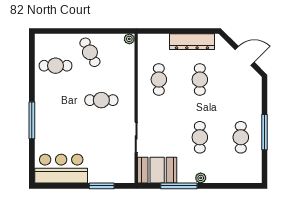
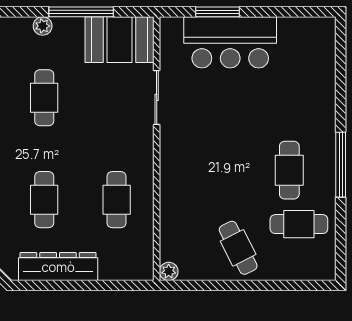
cafe table: (101, 100) -> (289, 170), moved, turned 90
window: (32, 120) -> (341, 165), moved
bar counter: (61, 169) -> (230, 42), moved

